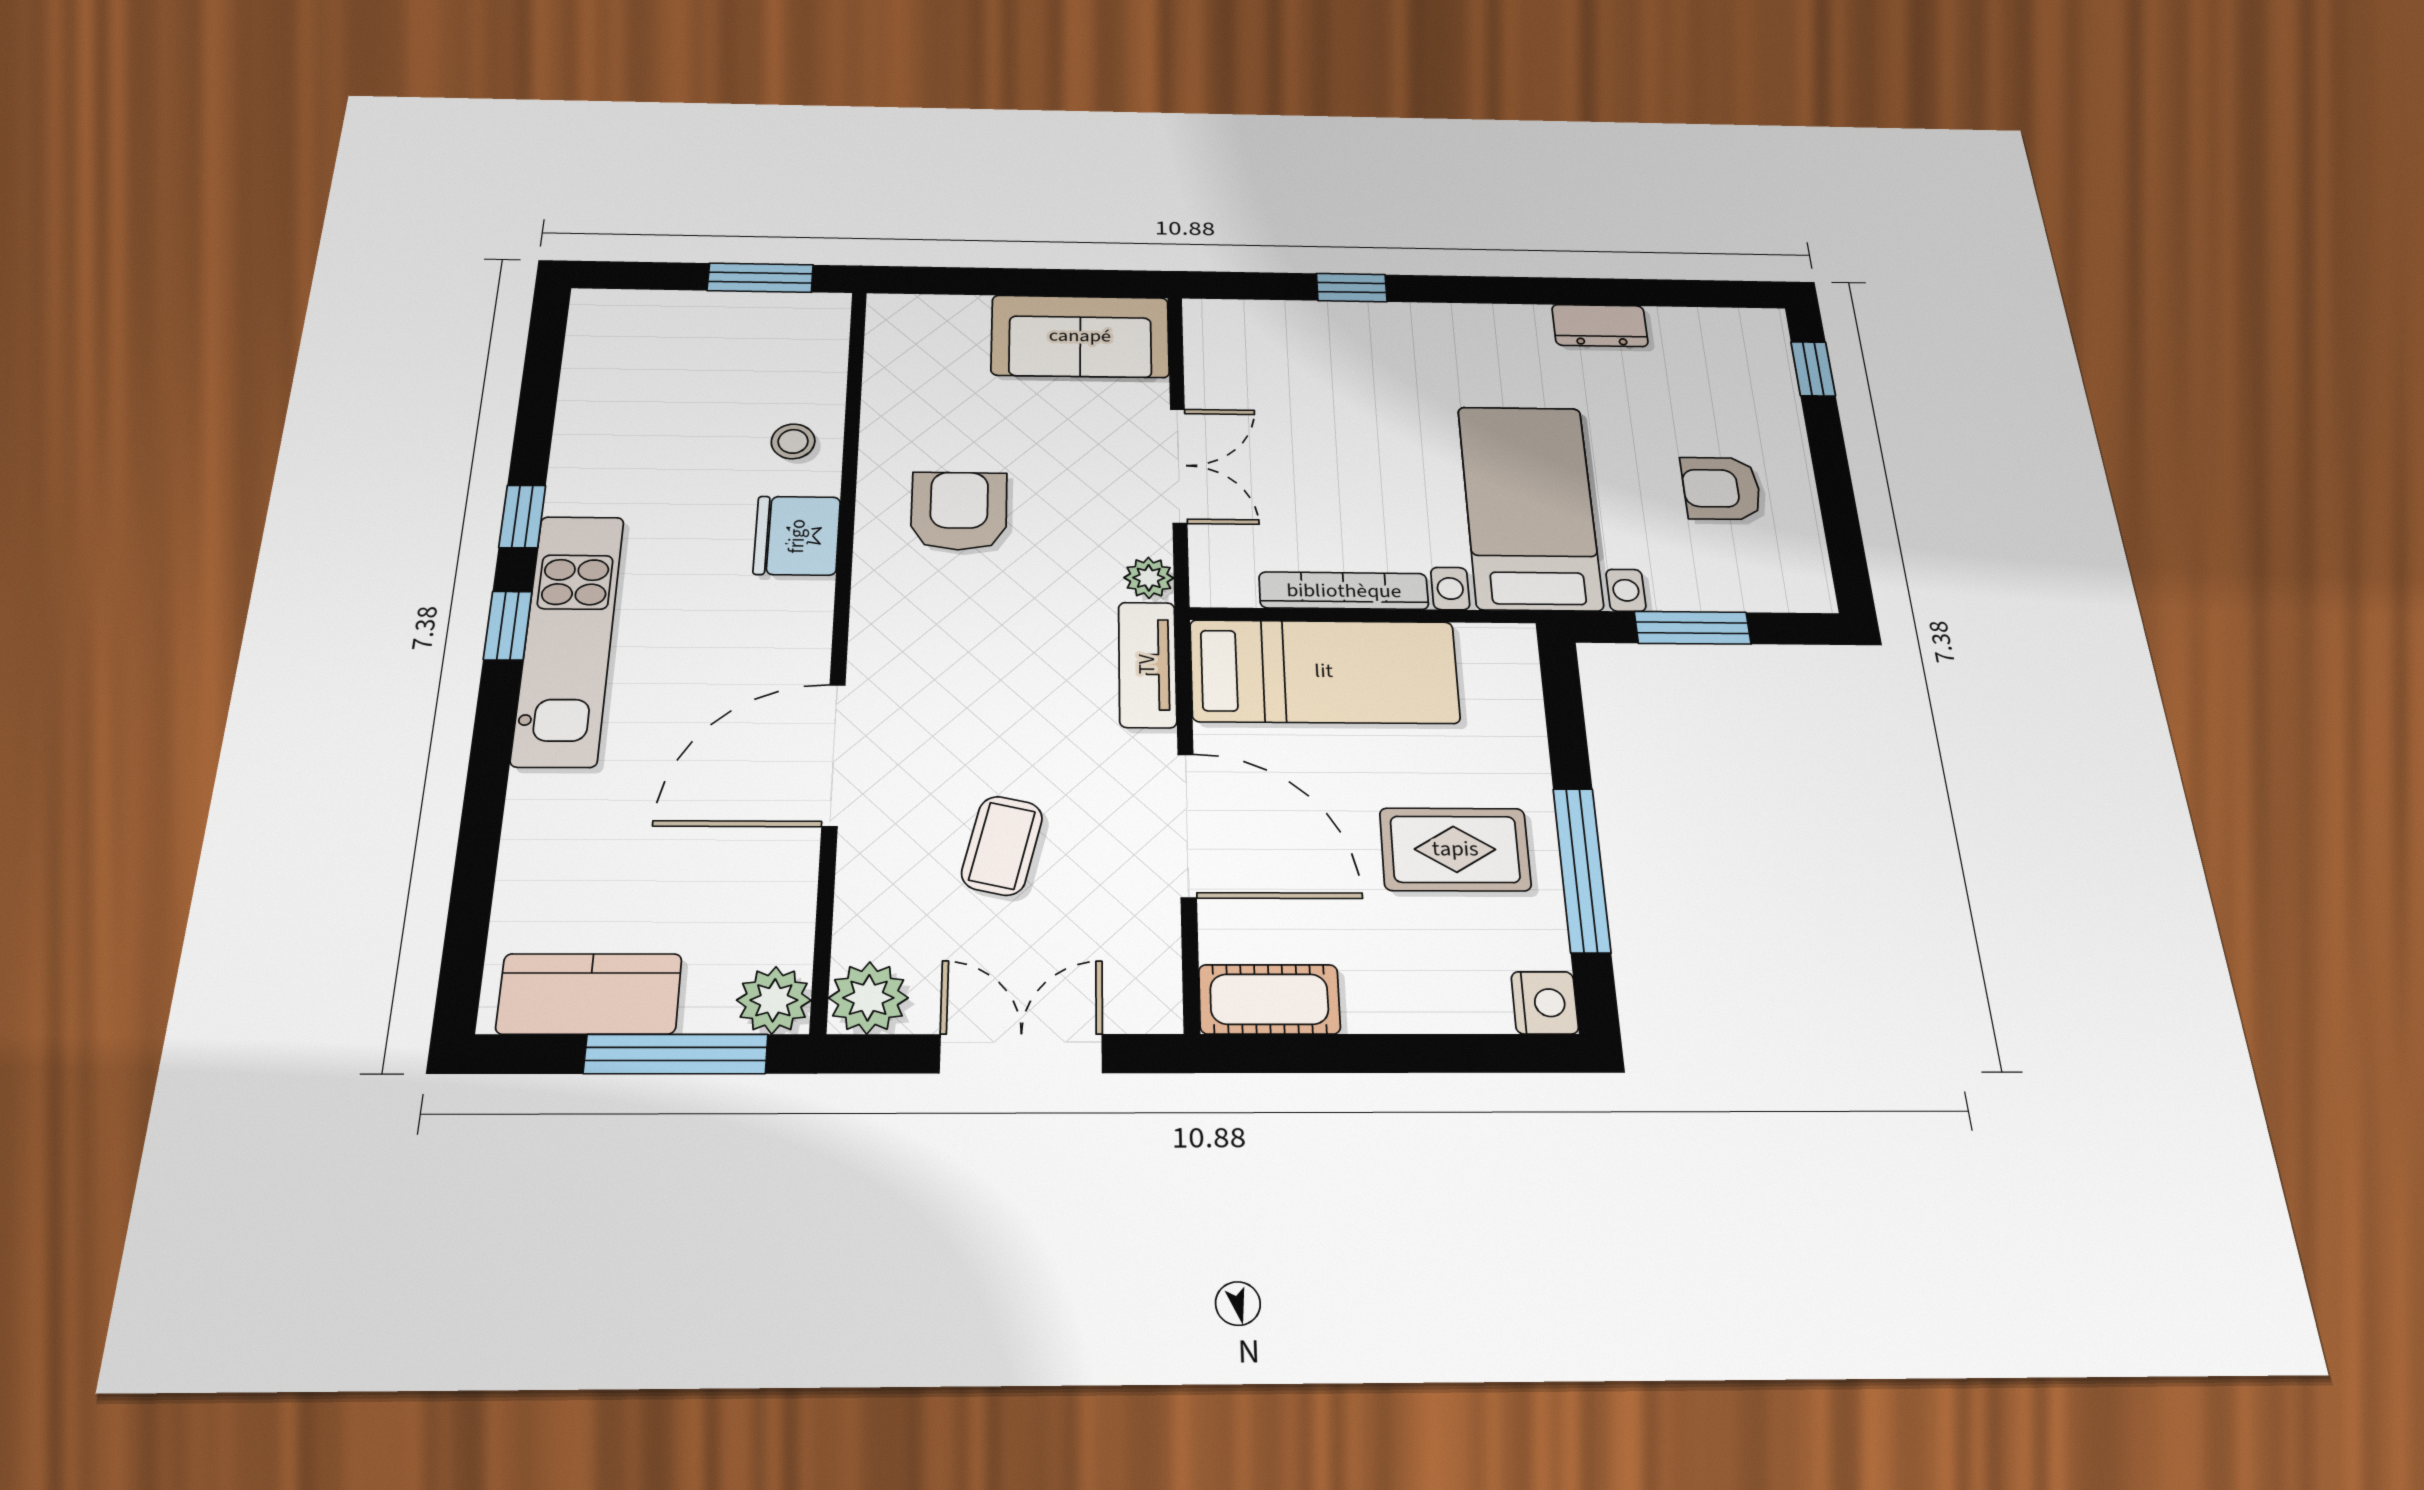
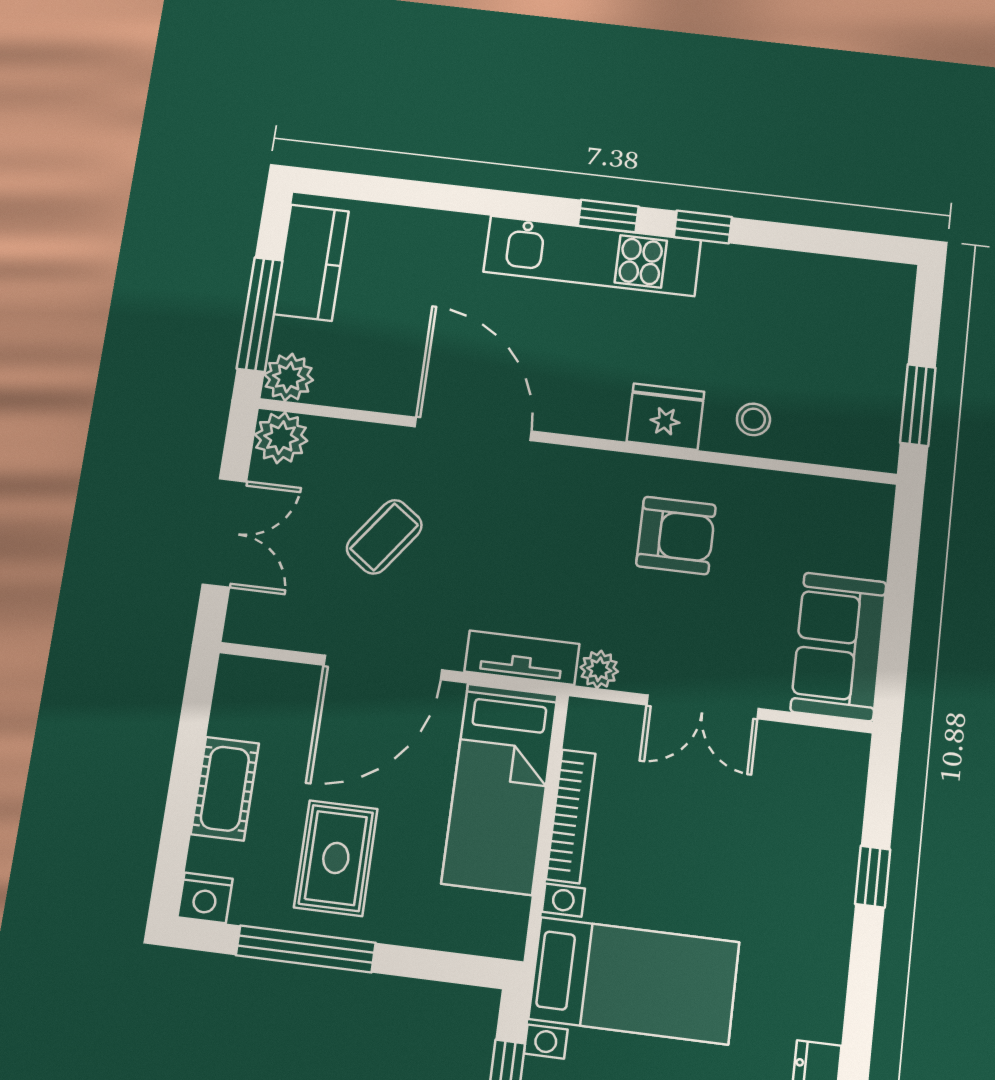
coffee table: (1002, 846) -> (384, 537), turned -67
cot: (1269, 999) -> (225, 789), moved

